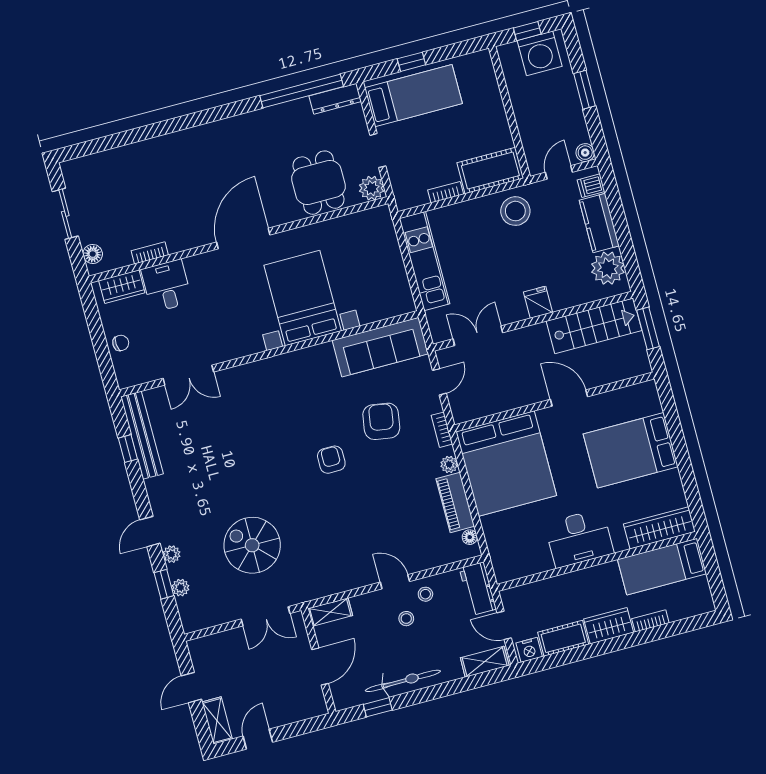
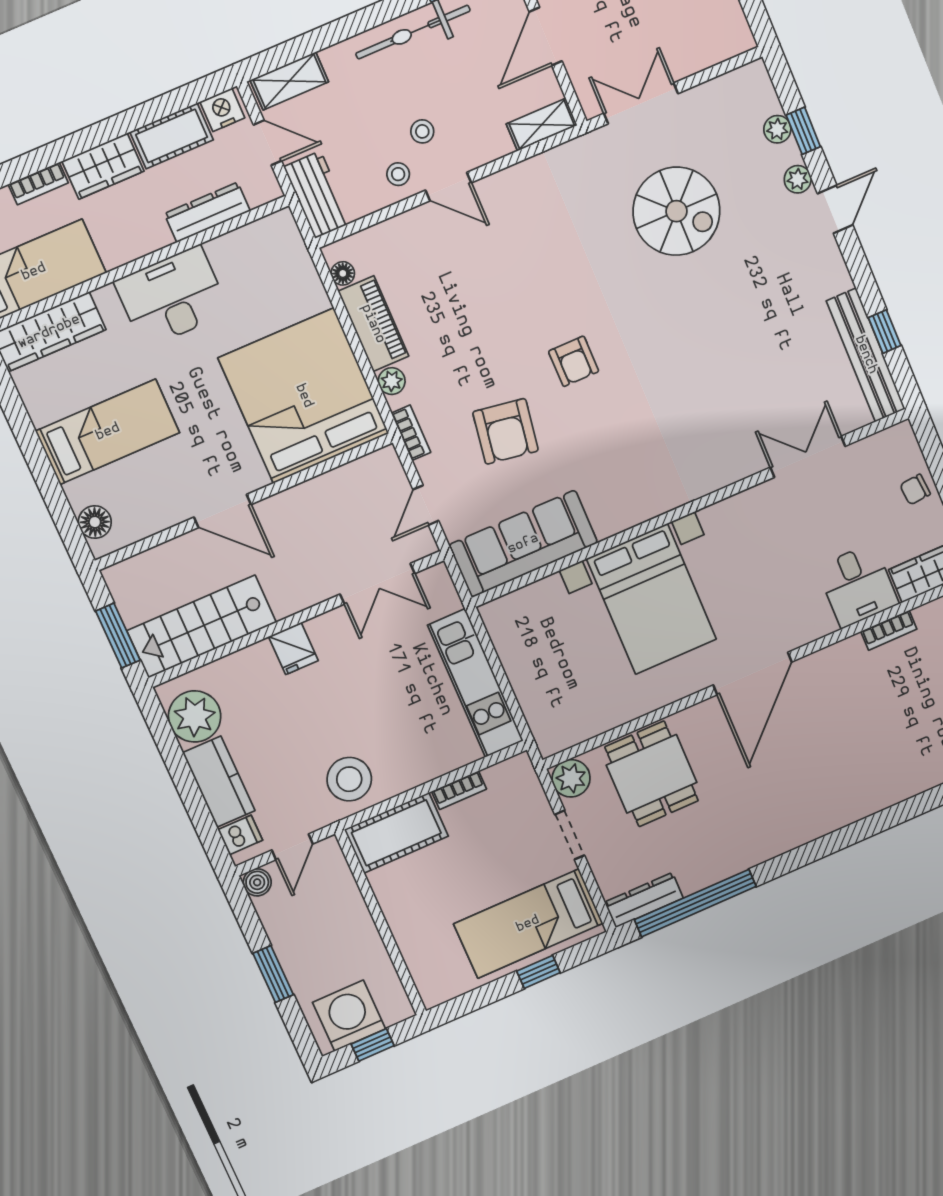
floor lamp: (651, 403) -> (95, 522), added
bed: (631, 450) -> (108, 432), width x0.67
dresser: (549, 588) -> (207, 212), added

